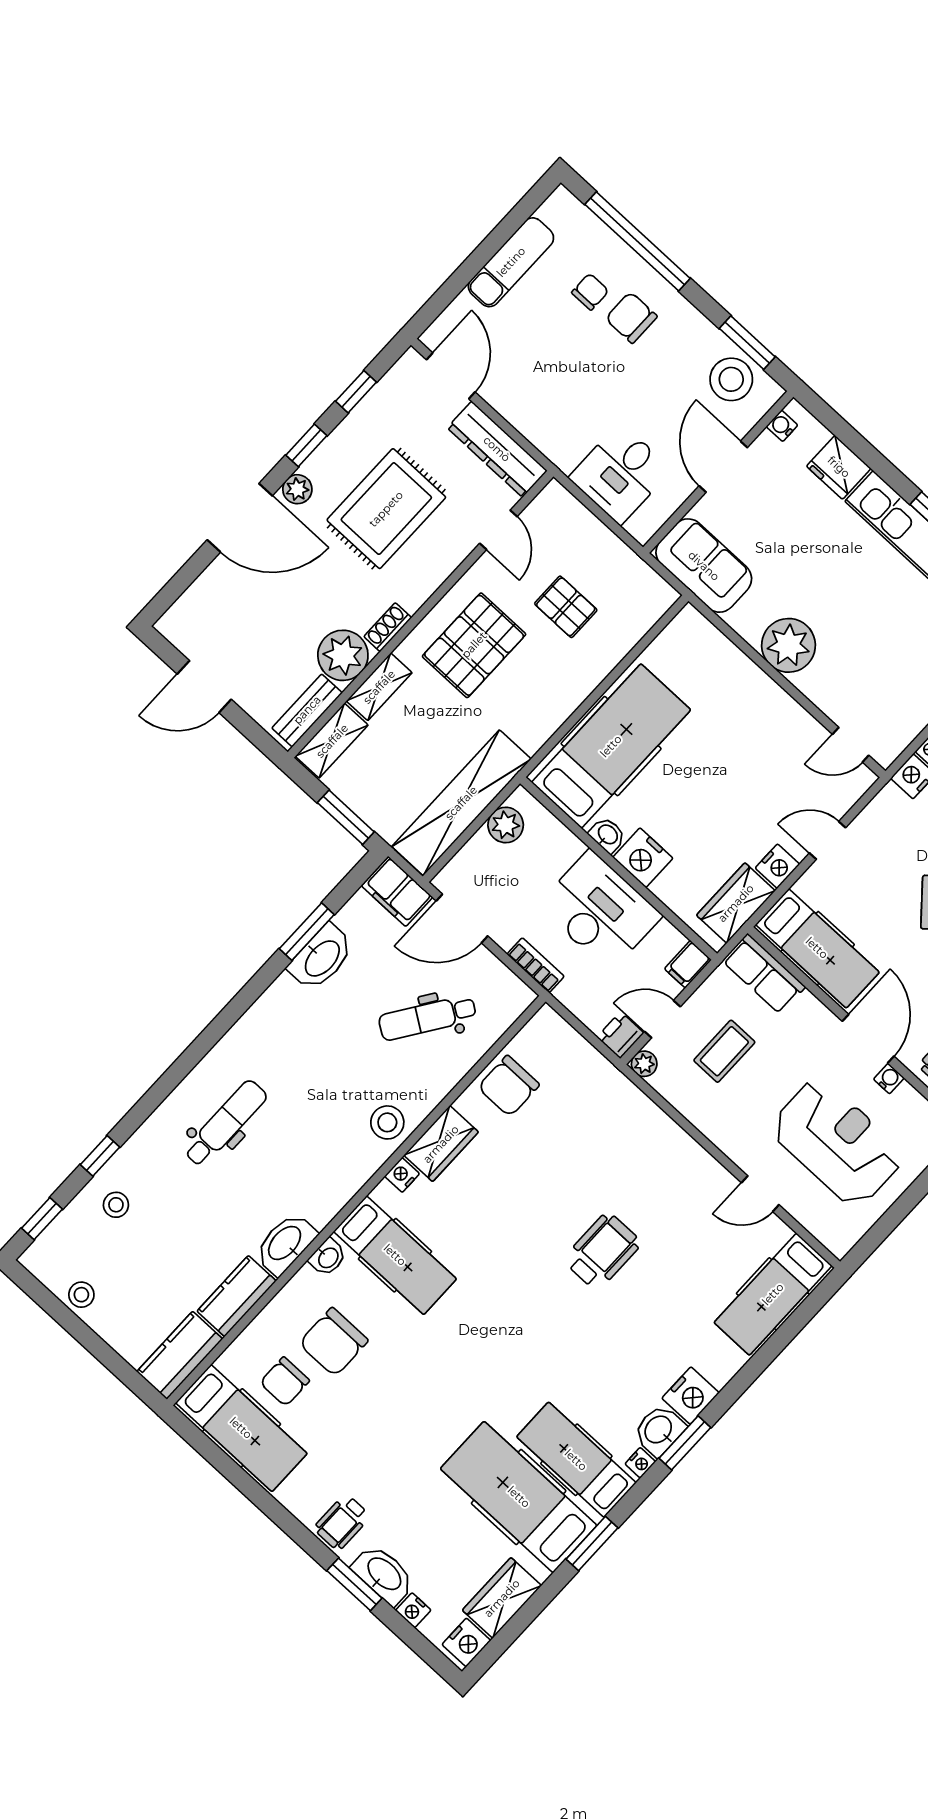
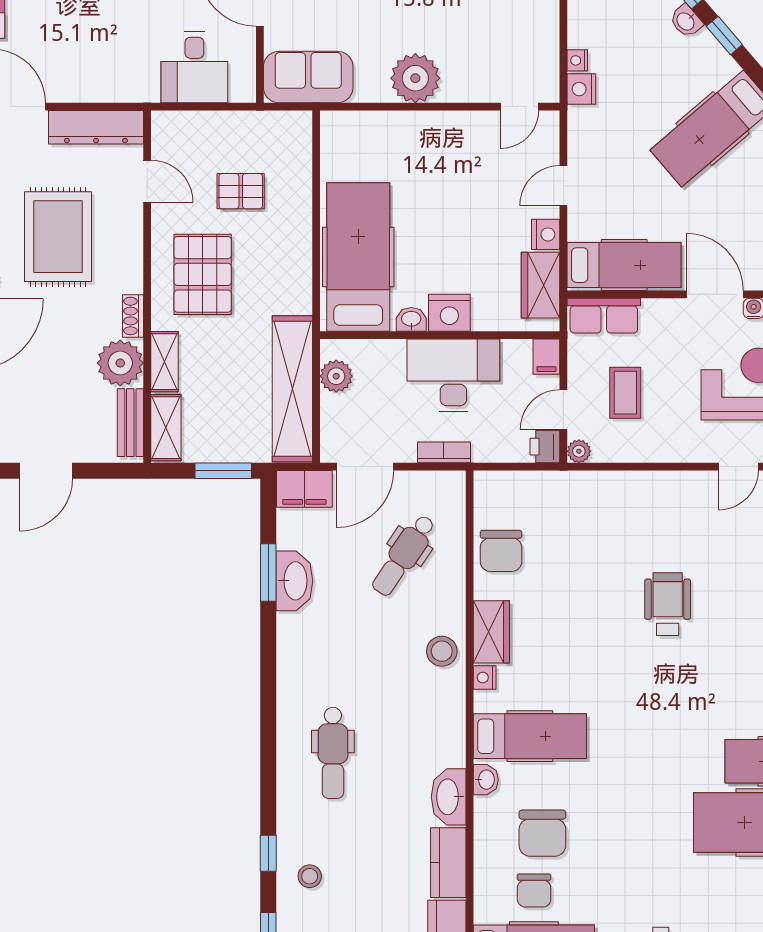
dental chair: (225, 1123) -> (333, 753), turned 180

